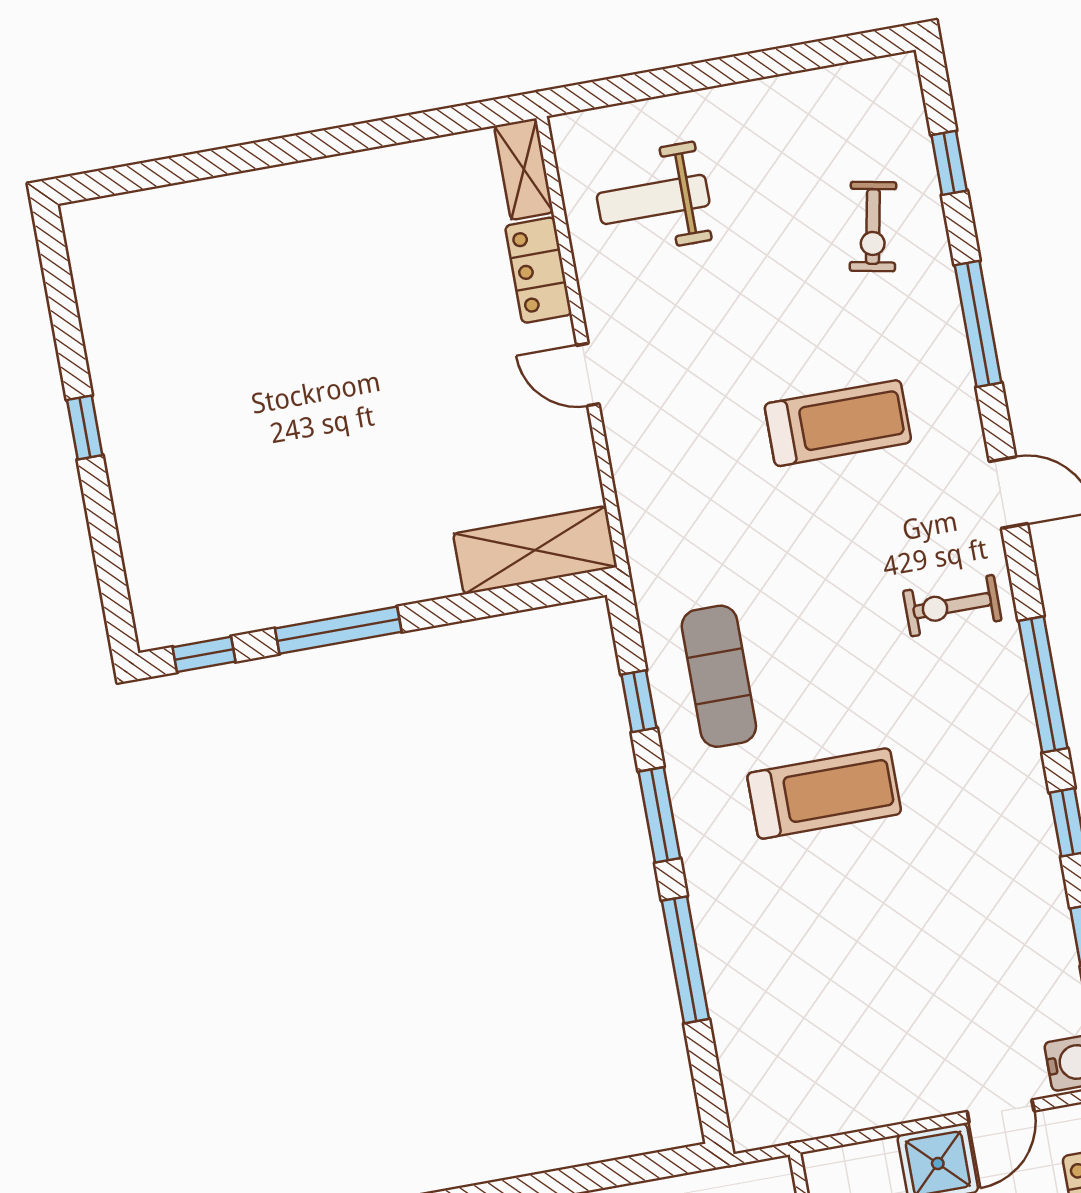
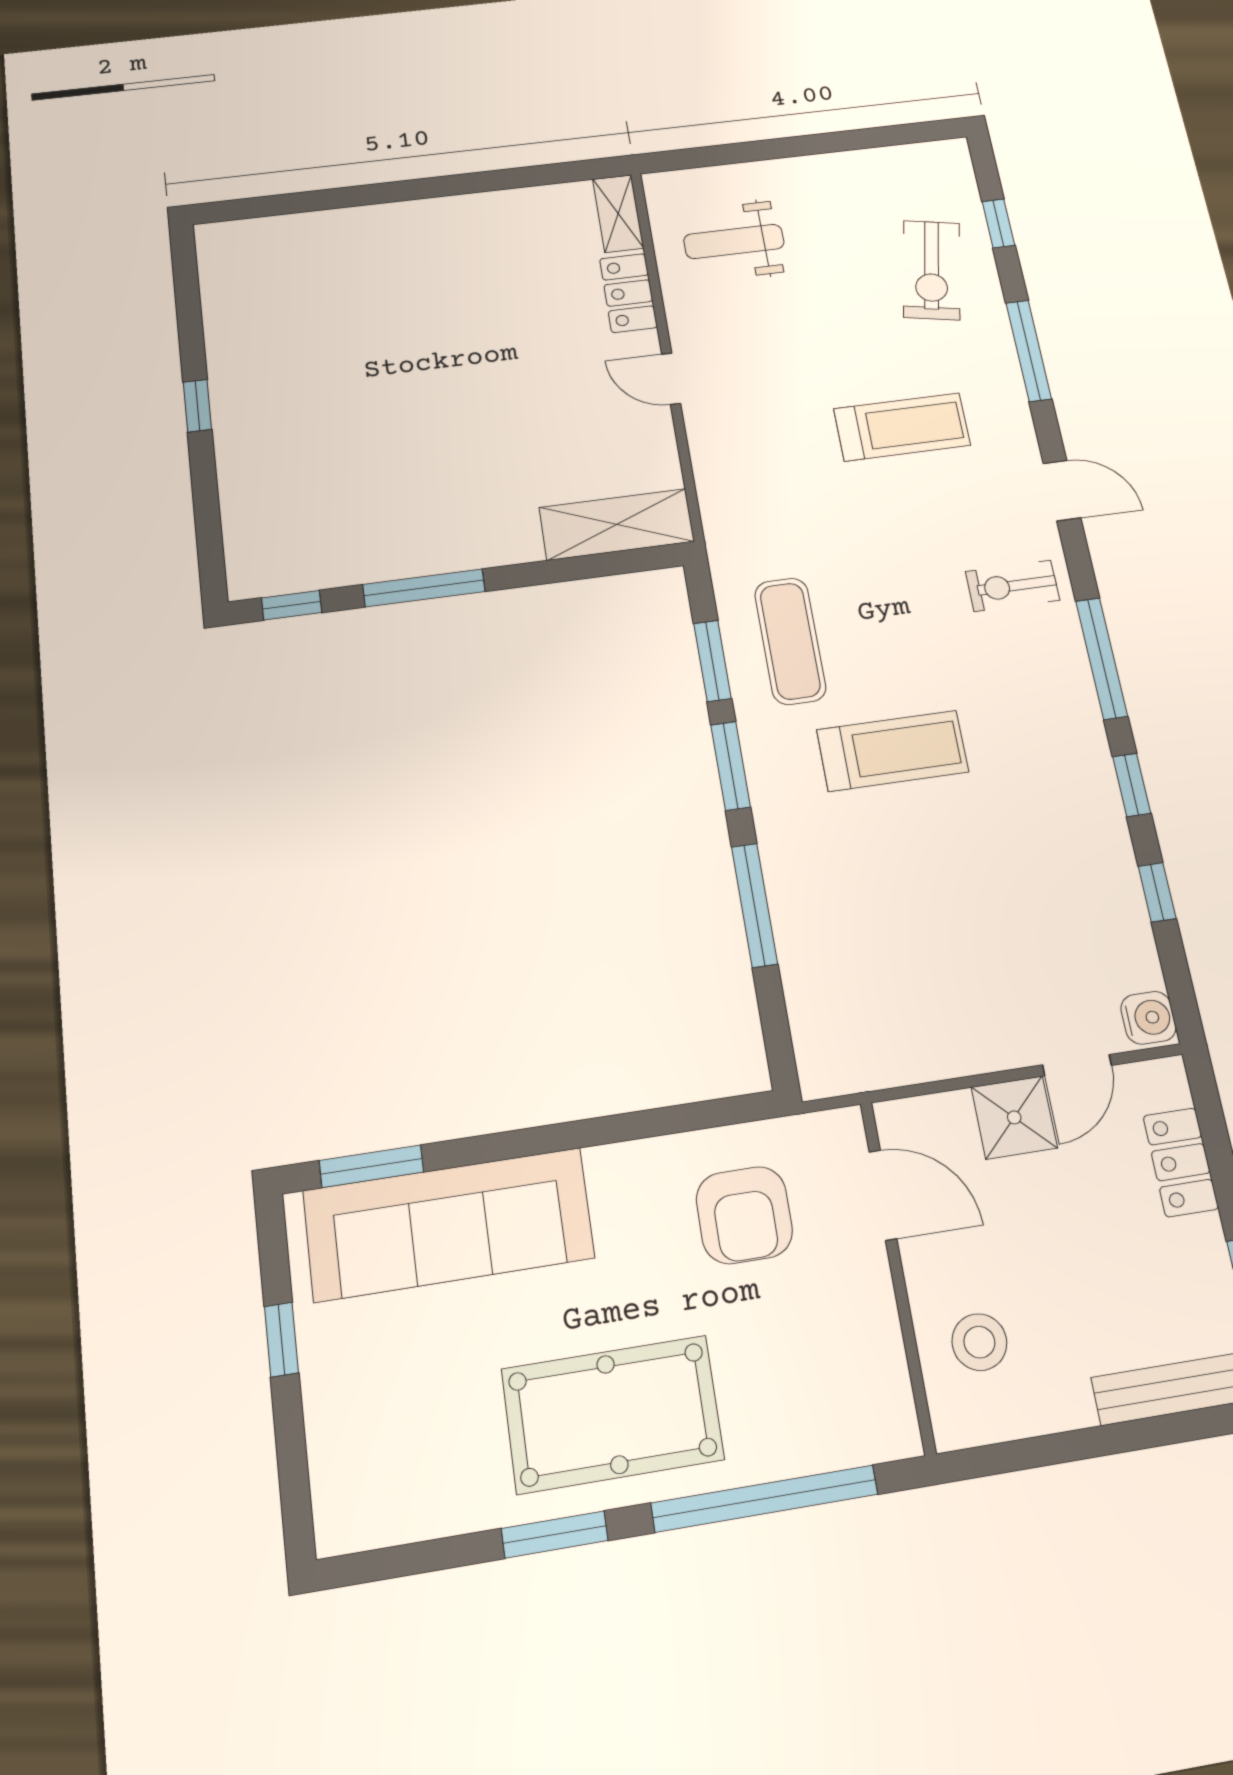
exercise bike: (873, 227) -> (932, 270), width x1.38, depth x1.39
window: (639, 701) -> (712, 661), width x1.50

